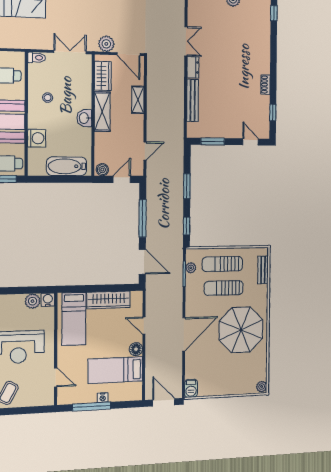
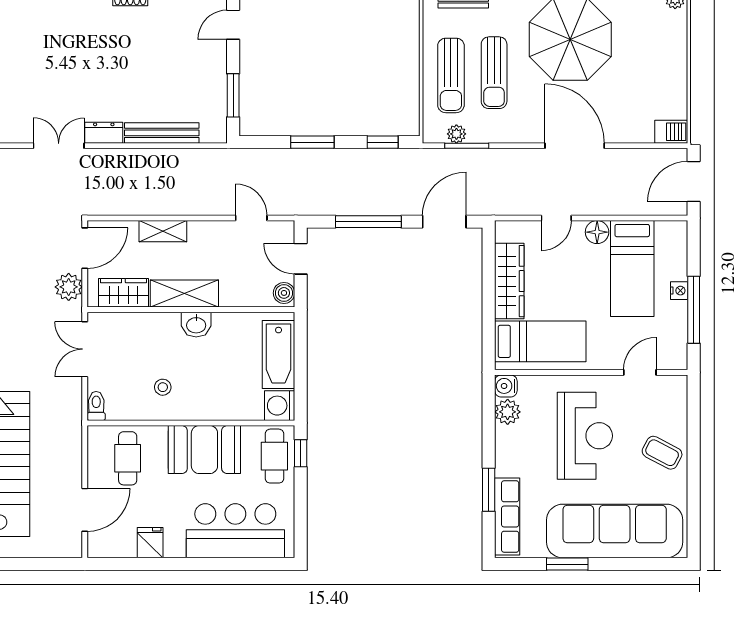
washing machine: (37, 138) -> (280, 406), moved, turned -90

